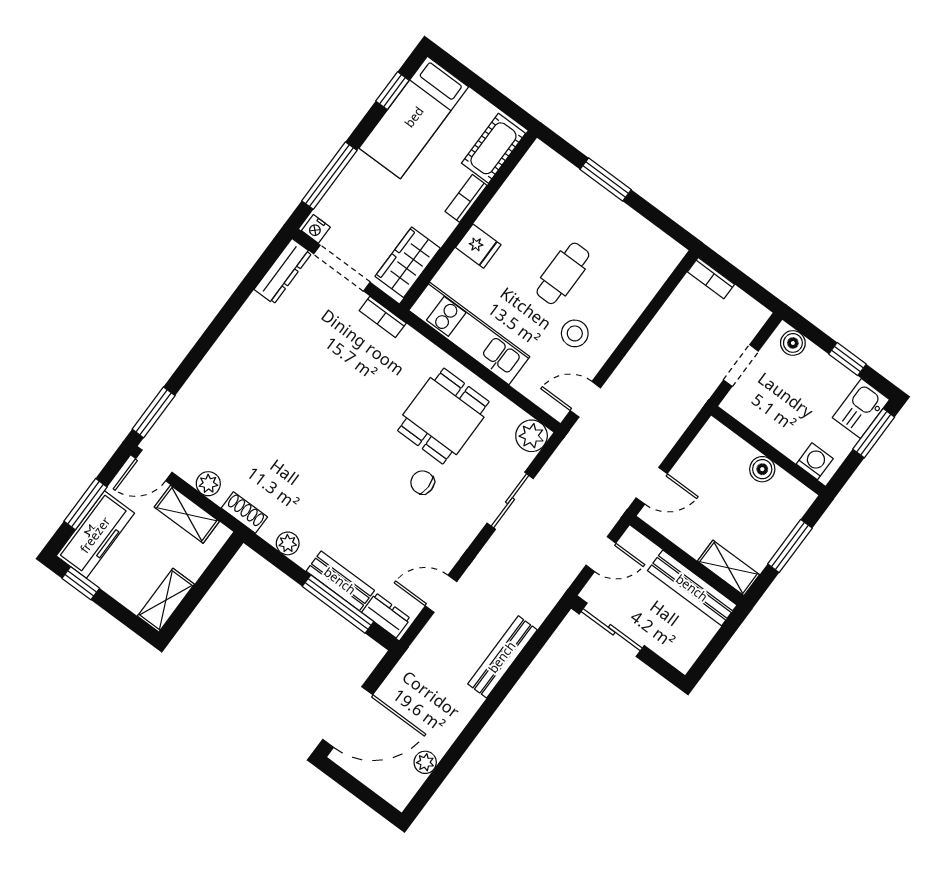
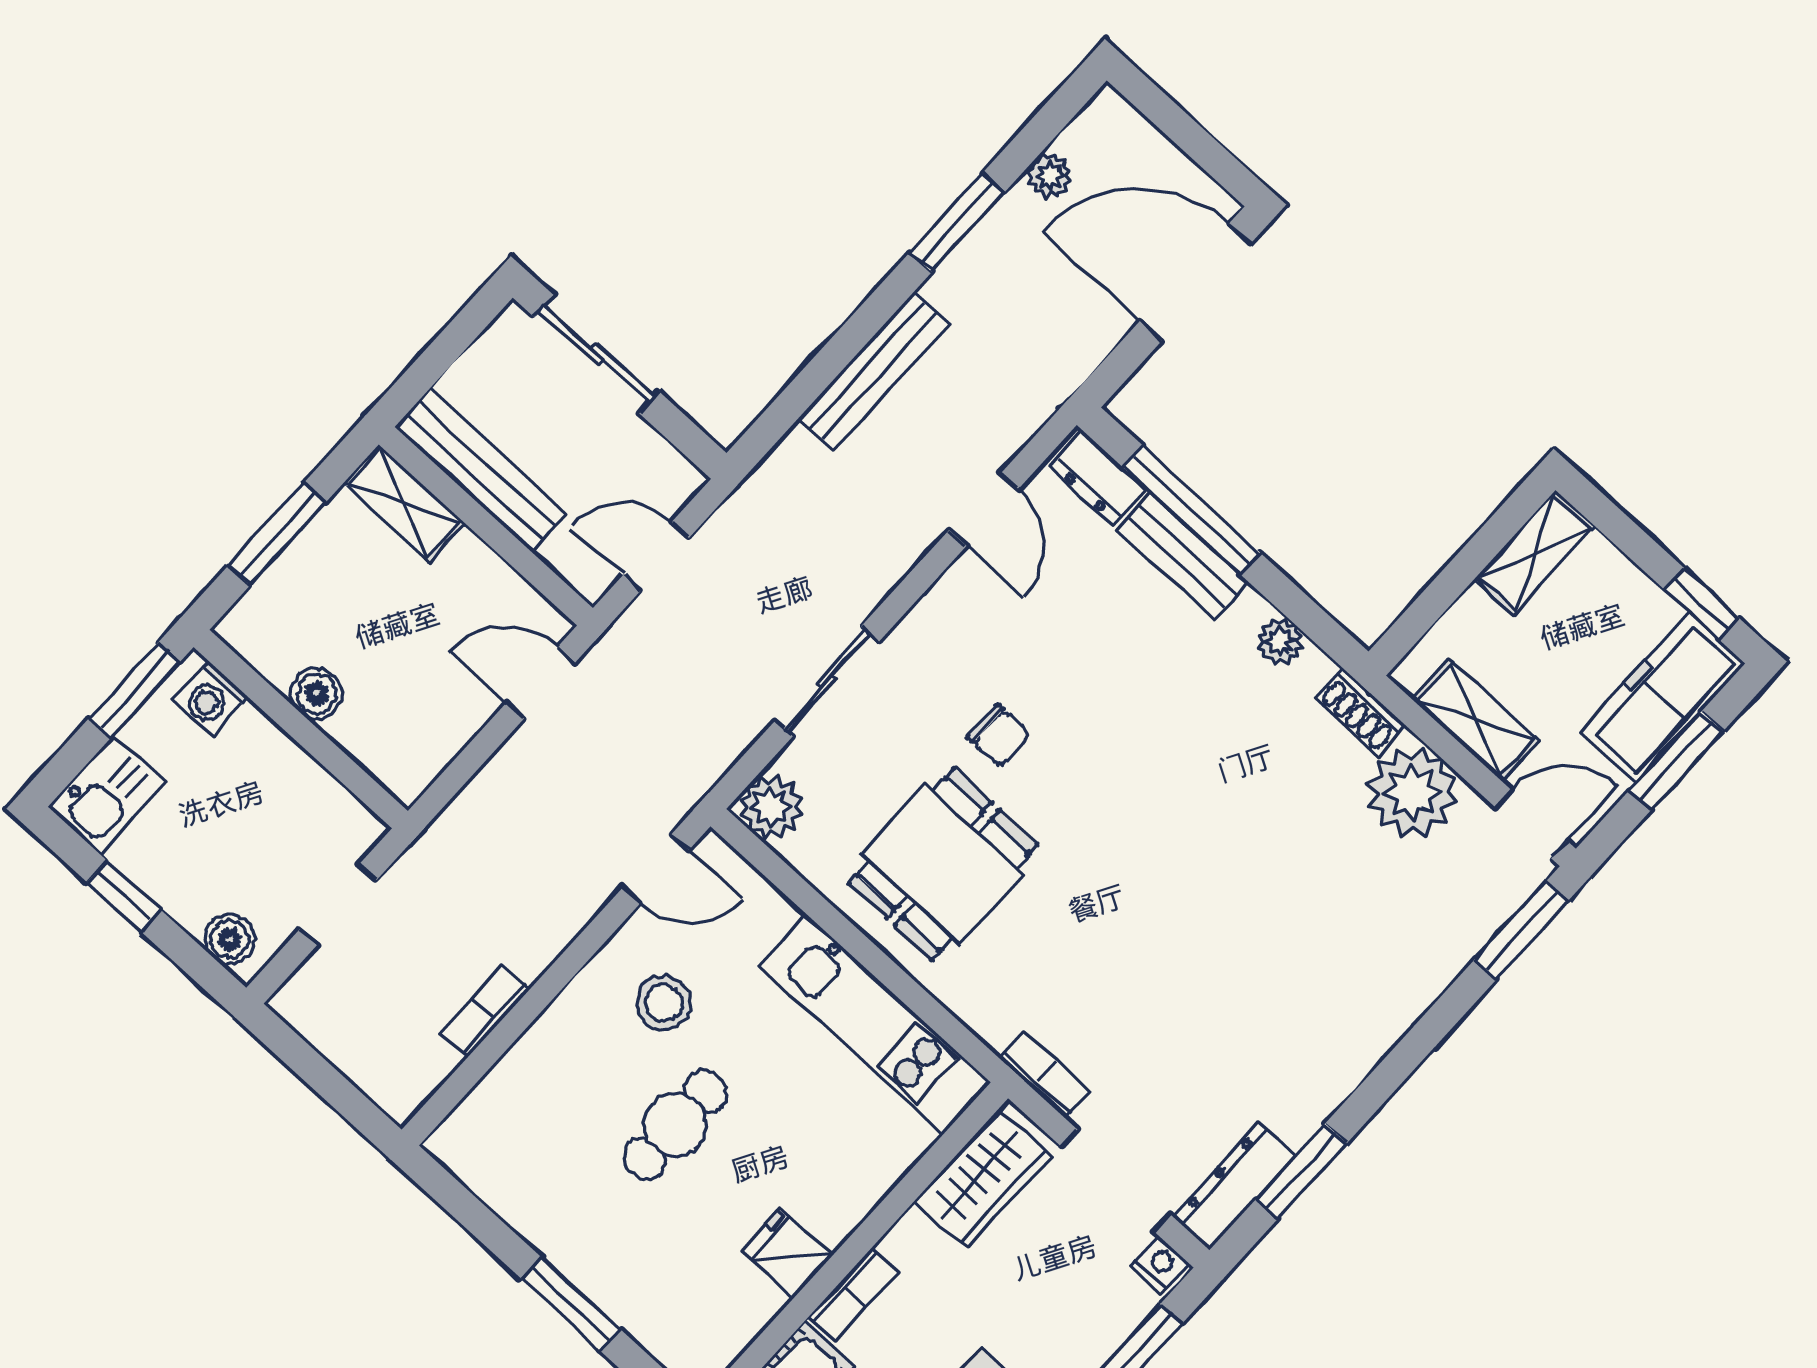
fridge: (478, 246) -> (787, 1253), moved
bookcase: (711, 278) -> (485, 1012), moved, turned -90
window: (250, 282) -> (1301, 1171), added
window: (874, 433) -> (134, 690), moved
plant: (208, 484) -> (1412, 792), width x1.87, depth x1.87
door: (441, 594) -> (984, 510), hinge flipped
sliding door: (612, 630) -> (596, 354), moved
window: (469, 735) -> (957, 222), added

